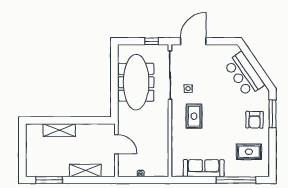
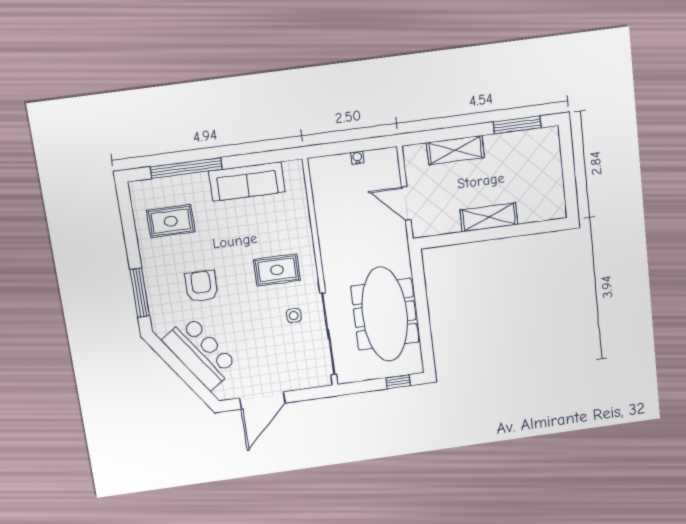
window: (152, 41) -> (398, 382), moved
door: (193, 41) -> (262, 401), moved
rug: (194, 116) -> (277, 270), turned 90
armchair: (254, 120) -> (201, 286), moved
shelving: (59, 130) -> (489, 217), moved

